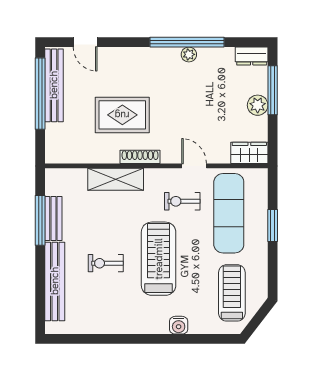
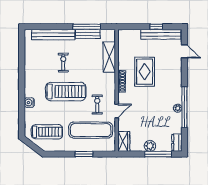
door: (85, 42) -> (184, 51), swing flipped
window: (40, 94) -> (156, 27), width x0.32
shelving: (116, 179) -> (109, 57), moved

